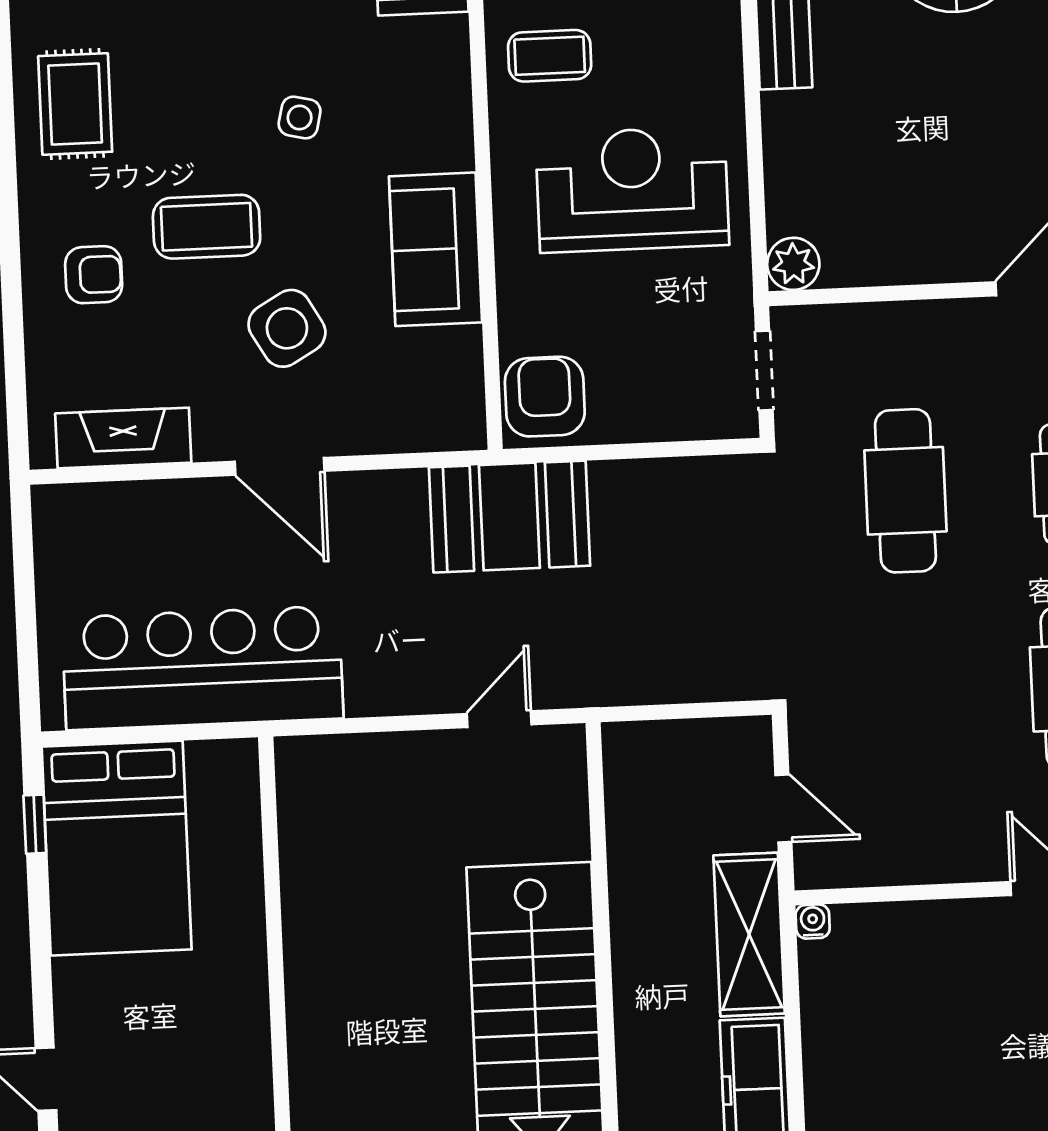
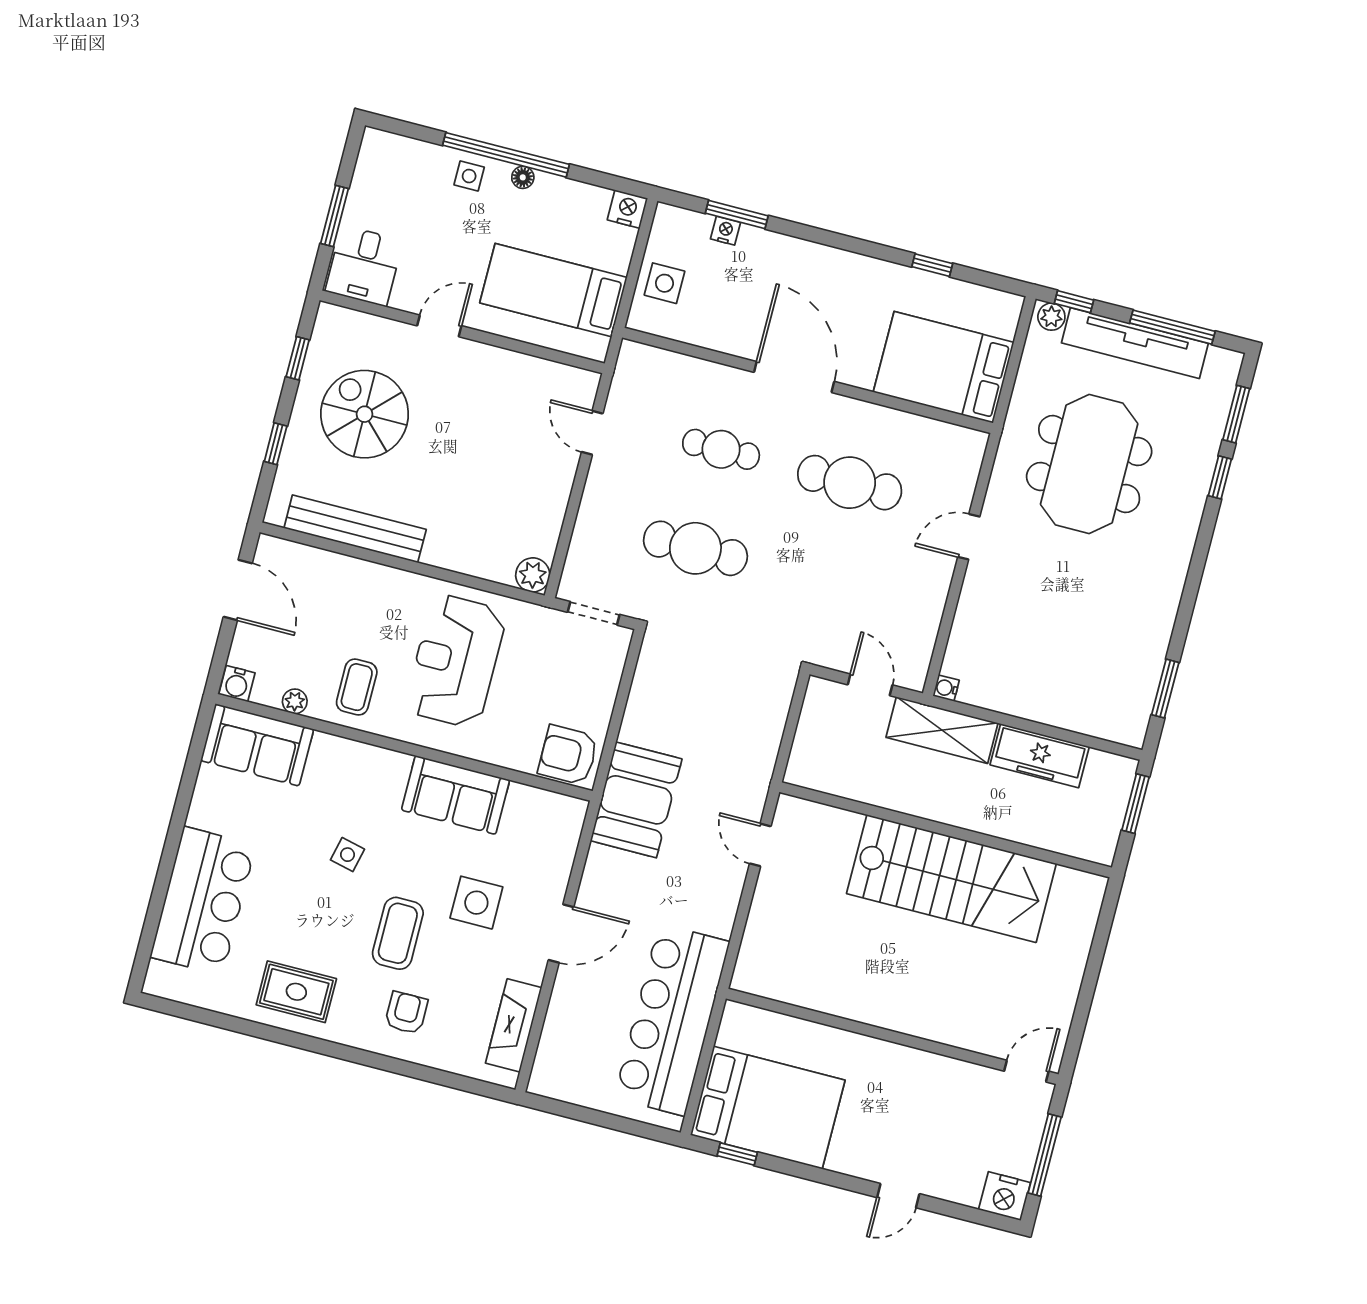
side table: (287, 328) -> (476, 903), turned 30
door: (783, 808) -> (870, 685), hinge flipped

